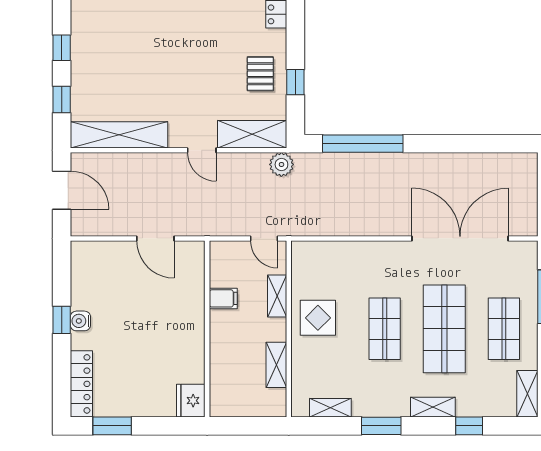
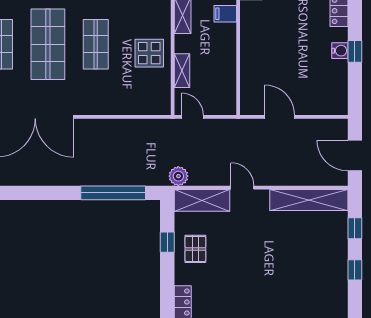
filing cabinet: (223, 298) -> (225, 14), moved

